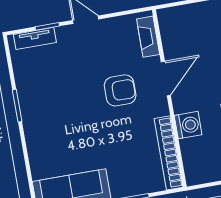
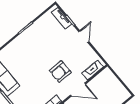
armchair: (120, 90) -> (60, 72), turned 90

